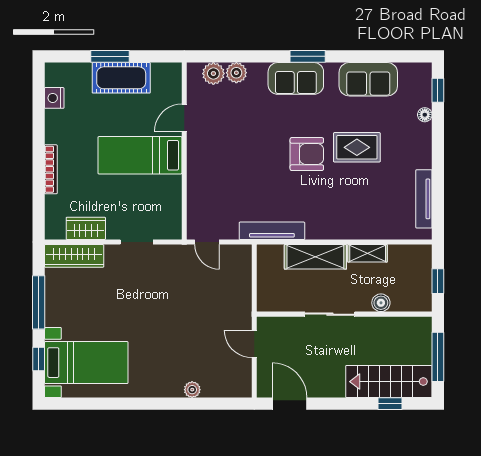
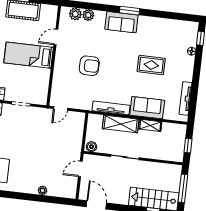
sofa: (368, 79) -> (147, 108), moved, turned 180
armchair: (307, 154) -> (89, 66), moved
tv unit: (272, 231) -> (111, 108), moved
door: (207, 242) -> (61, 108), hinge flipped
boiler: (381, 303) -> (91, 147), moved
door: (254, 344) -> (80, 169), hinge flipped

